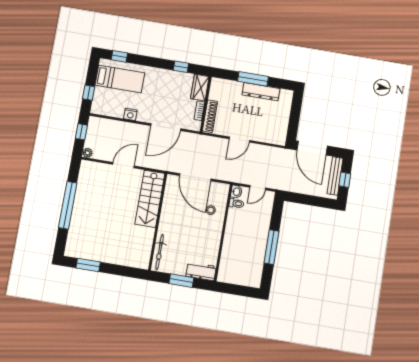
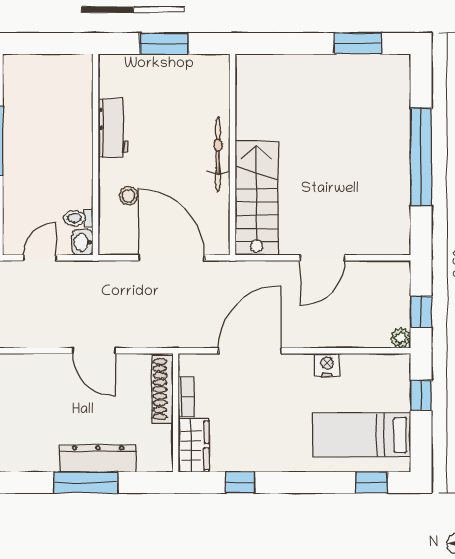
dresser: (261, 92) -> (98, 458), moved
door: (239, 140) -> (94, 351), swing flipped
plant: (88, 153) -> (400, 338), moved
bicycle: (160, 252) -> (218, 154), moved
workbench: (201, 271) -> (113, 128), moved, turned -90

